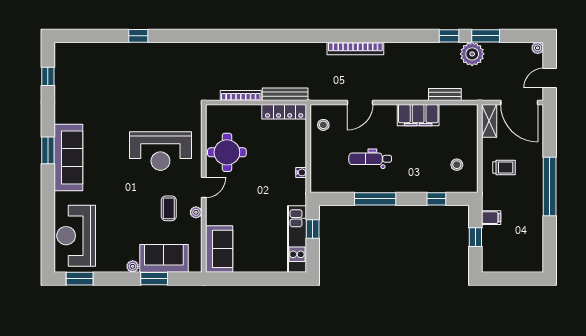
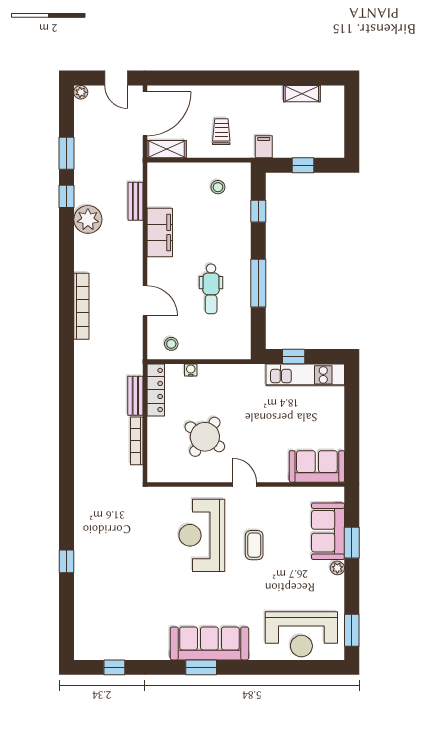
plant: (472, 54) -> (88, 219), moved
bench: (285, 94) -> (135, 396), width x0.73
reception desk: (160, 151) -> (202, 535), turned 180
round table: (227, 152) -> (205, 437), moved, turned 34
water cooler: (301, 172) -> (191, 370), moved
window: (550, 186) -> (244, 78), removed
coffee table: (169, 208) -> (254, 545), moved, turned 90
plant: (196, 212) -> (274, 494), removed
filing cabinet: (491, 218) -> (264, 147), moved
shelving: (536, 236) -> (302, 94), added

